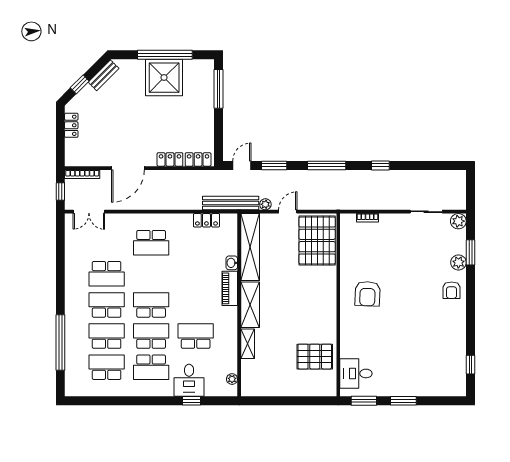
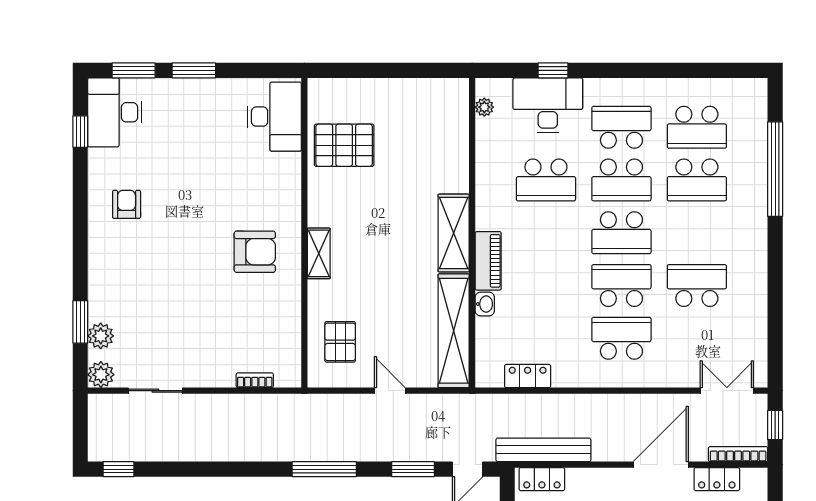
locker: (170, 159) -> (717, 479), moved
window: (380, 165) -> (118, 469), moved
bench: (231, 203) -> (543, 450), moved
plant: (265, 204) -> (428, 403), removed
door: (288, 212) -> (390, 391), swing flipped
pallet: (317, 241) -> (340, 342), width x0.49, depth x0.50
plant: (458, 262) -> (101, 336), moved
armchair: (452, 290) -> (127, 204), moved
armchair: (367, 294) -> (255, 252), turned 88
school desk: (107, 305) -> (621, 285), moved, turned 180
shelving: (248, 344) -> (319, 253), moved
desk: (356, 373) -> (274, 117), width x1.37
desk: (450, 376) -> (115, 112), added
desk: (189, 380) -> (548, 105), width x1.37
window: (364, 401) -> (134, 70), moved

